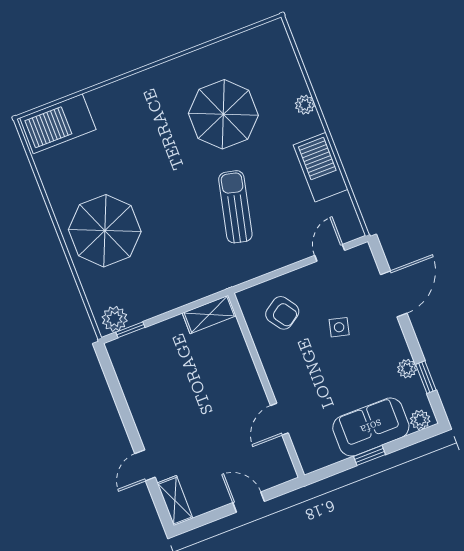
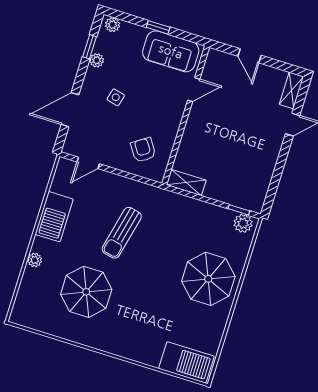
side table: (339, 327) -> (116, 97), moved
sofa: (371, 427) -> (171, 51), moved

